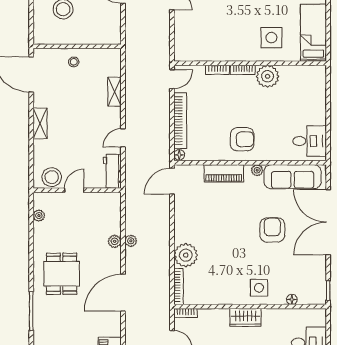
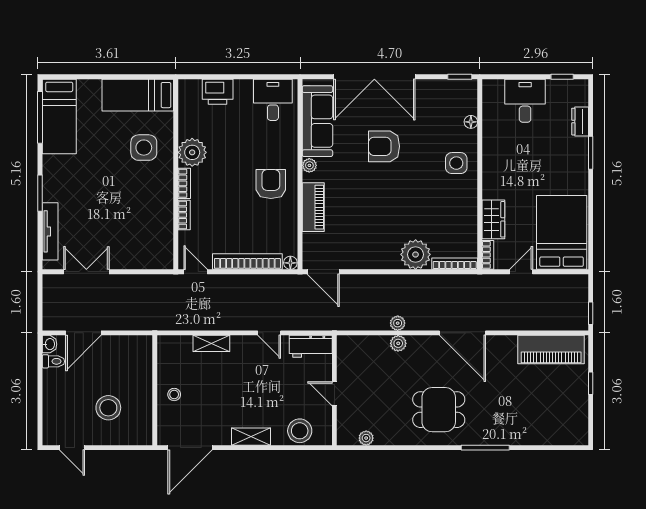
printer: (316, 97) -> (218, 92), added
stool: (52, 177) -> (300, 431), moved
wardrobe: (245, 317) -> (493, 219), moved

